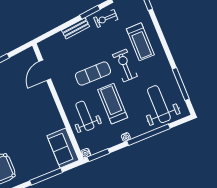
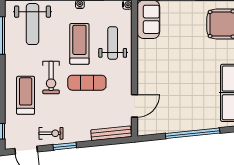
bench: (76, 28) -> (111, 133), moved, width x1.36
treadmill: (113, 104) -> (79, 44), turned 180
weight bench: (85, 116) -> (113, 43), turned 180

